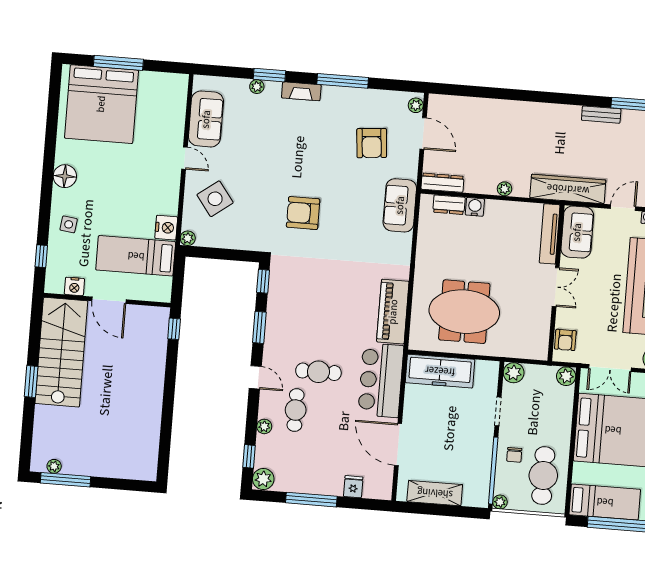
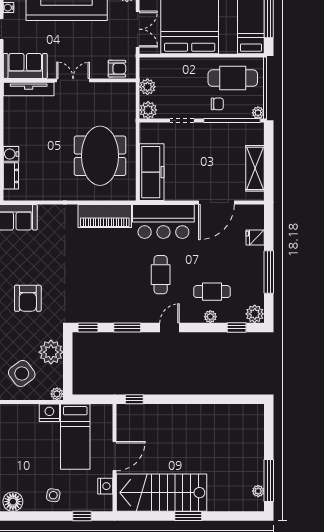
plant: (238, 235) -> (51, 352), added
plant: (566, 376) -> (147, 87), moved
cafe table: (296, 410) -> (212, 292), moved

